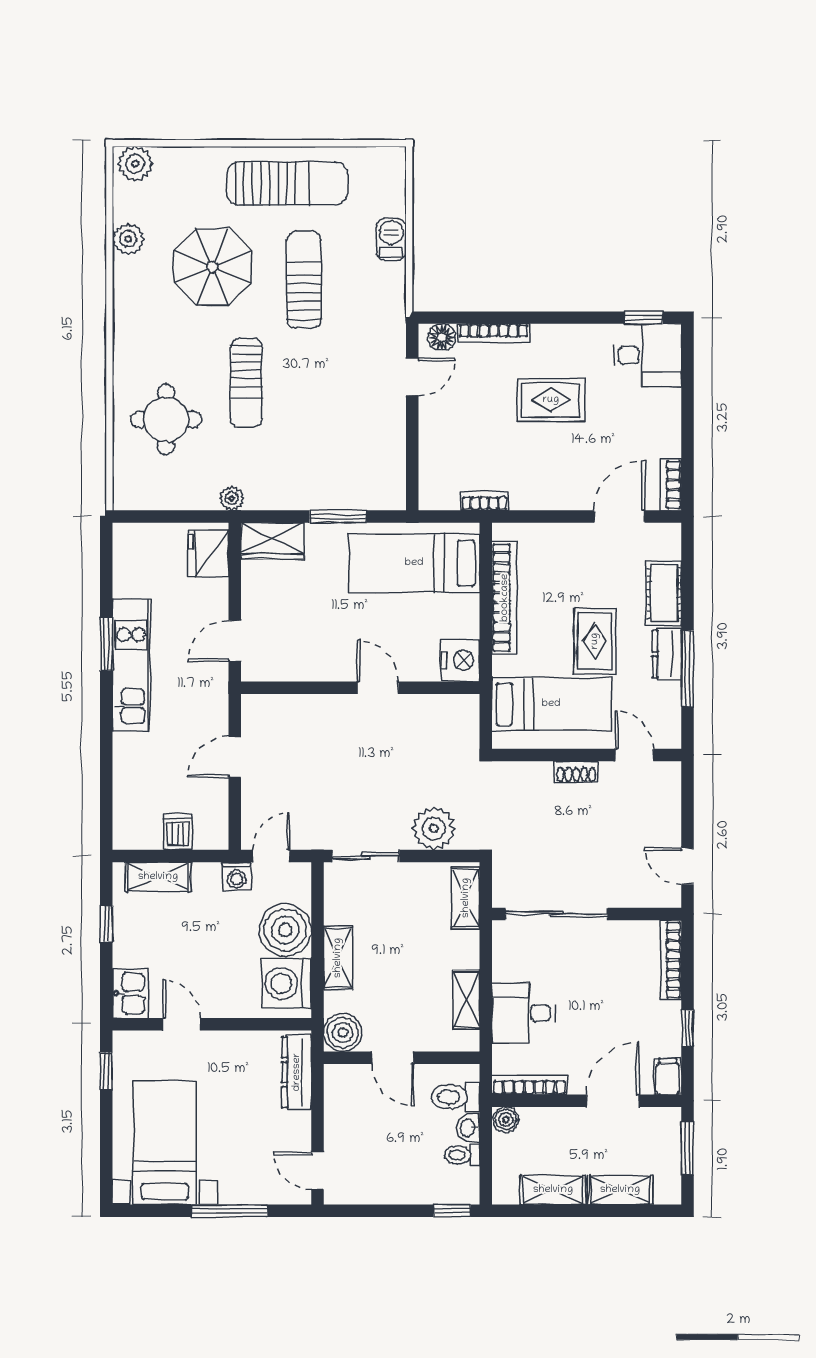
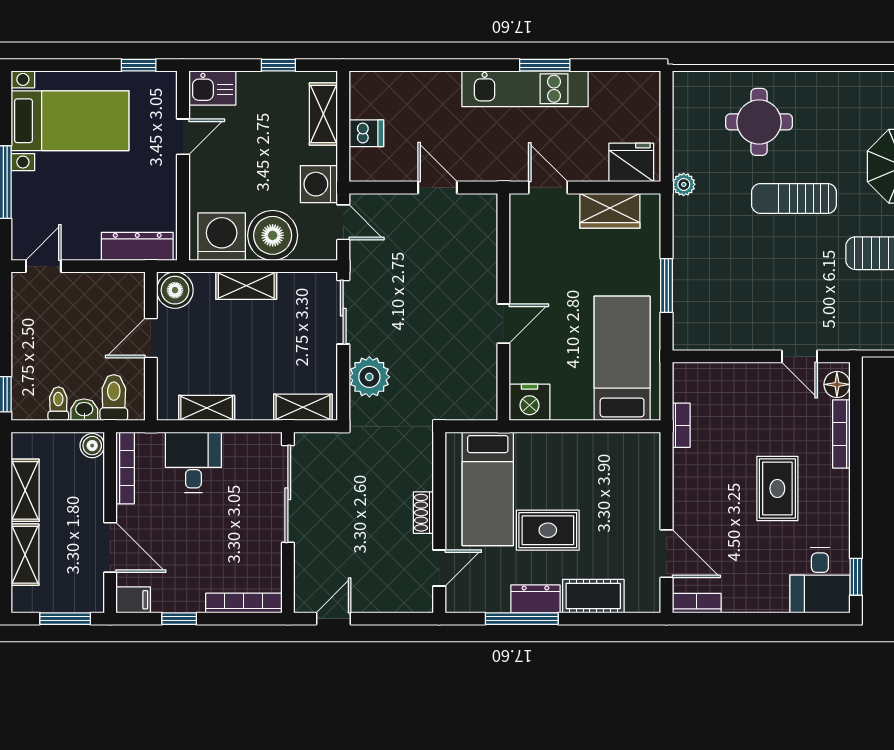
wardrobe: (273, 541) -> (610, 211), moved, turned -90
bookcase: (505, 598) -> (589, 444), removed
washing machine: (237, 876) -> (319, 184), width x1.38, depth x1.38

